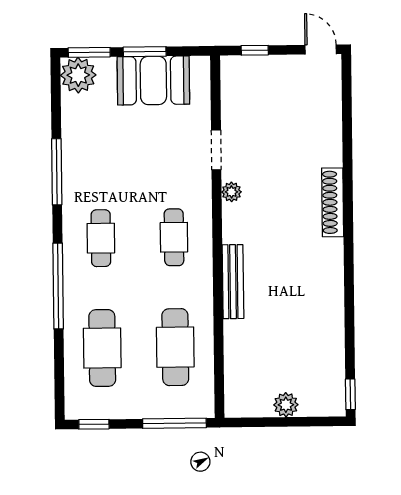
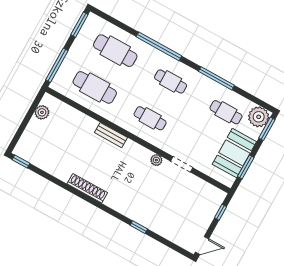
window: (145, 52) -> (246, 167), moved
cafe table: (100, 128) -> (226, 112), added
window: (348, 160) -> (139, 227), added
shoe rack: (333, 202) -> (87, 188), moved
bench: (233, 282) -> (111, 135), width x0.73
plant: (286, 405) -> (42, 112), moved
window: (94, 424) -> (79, 25), width x1.50

